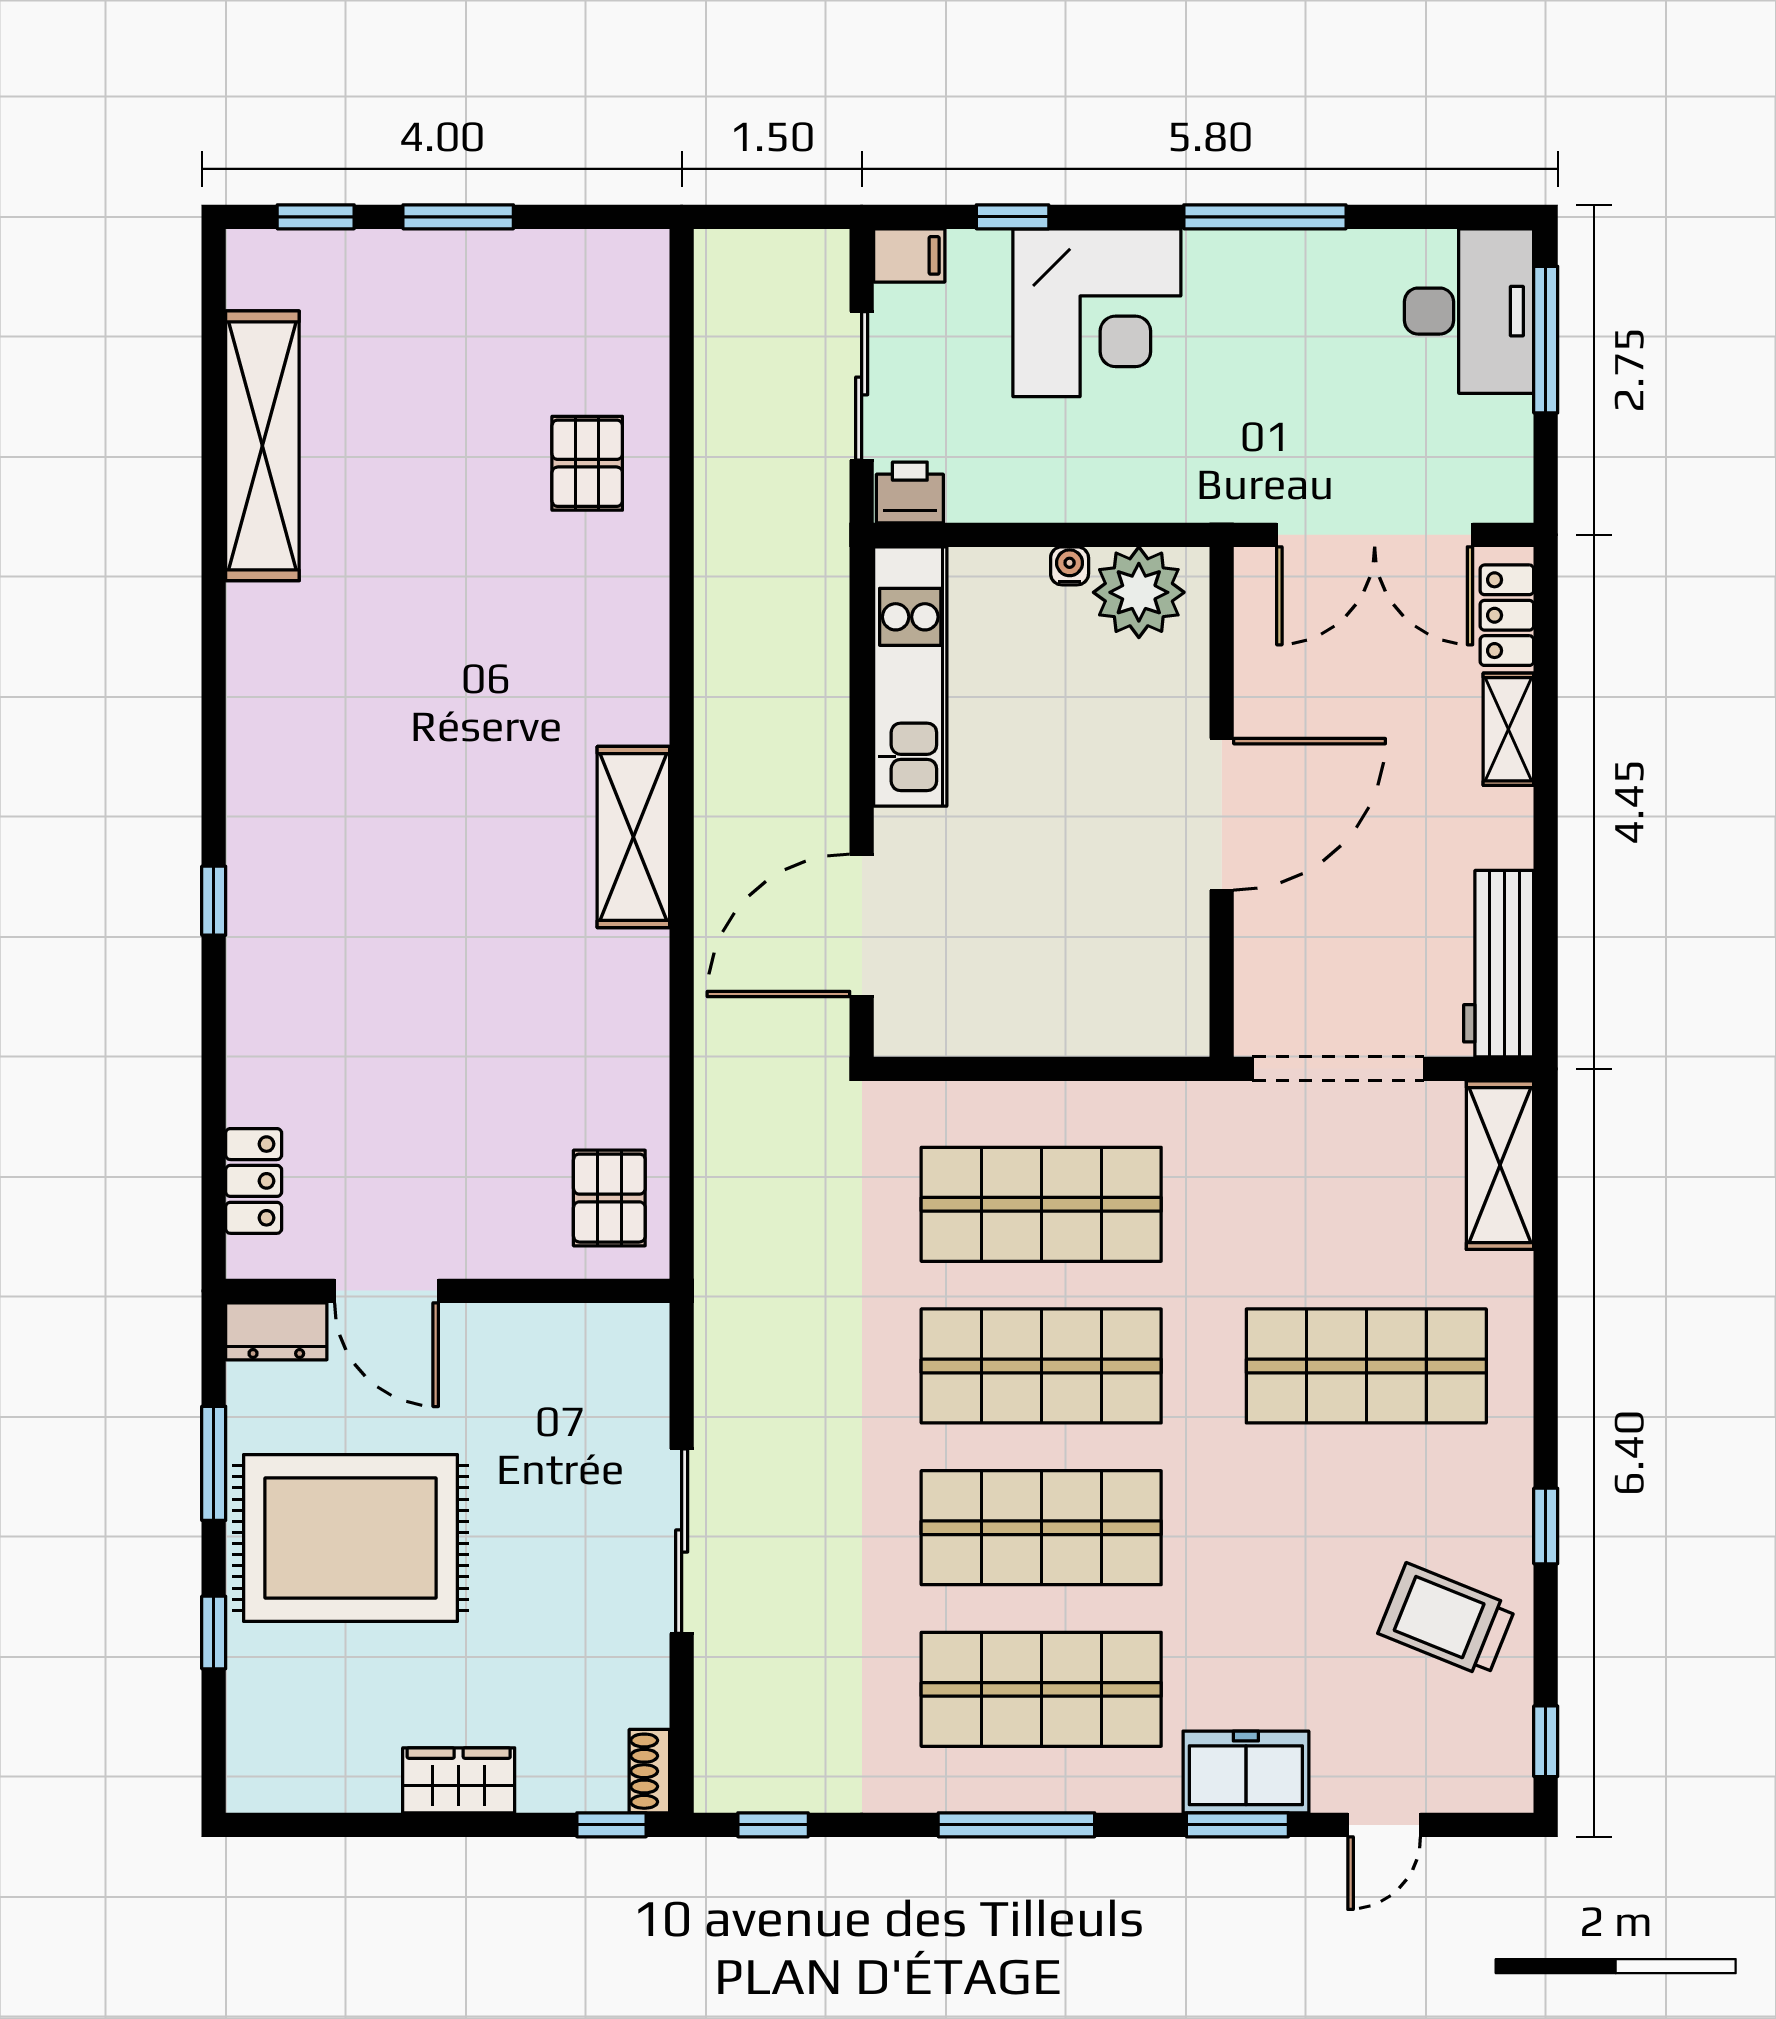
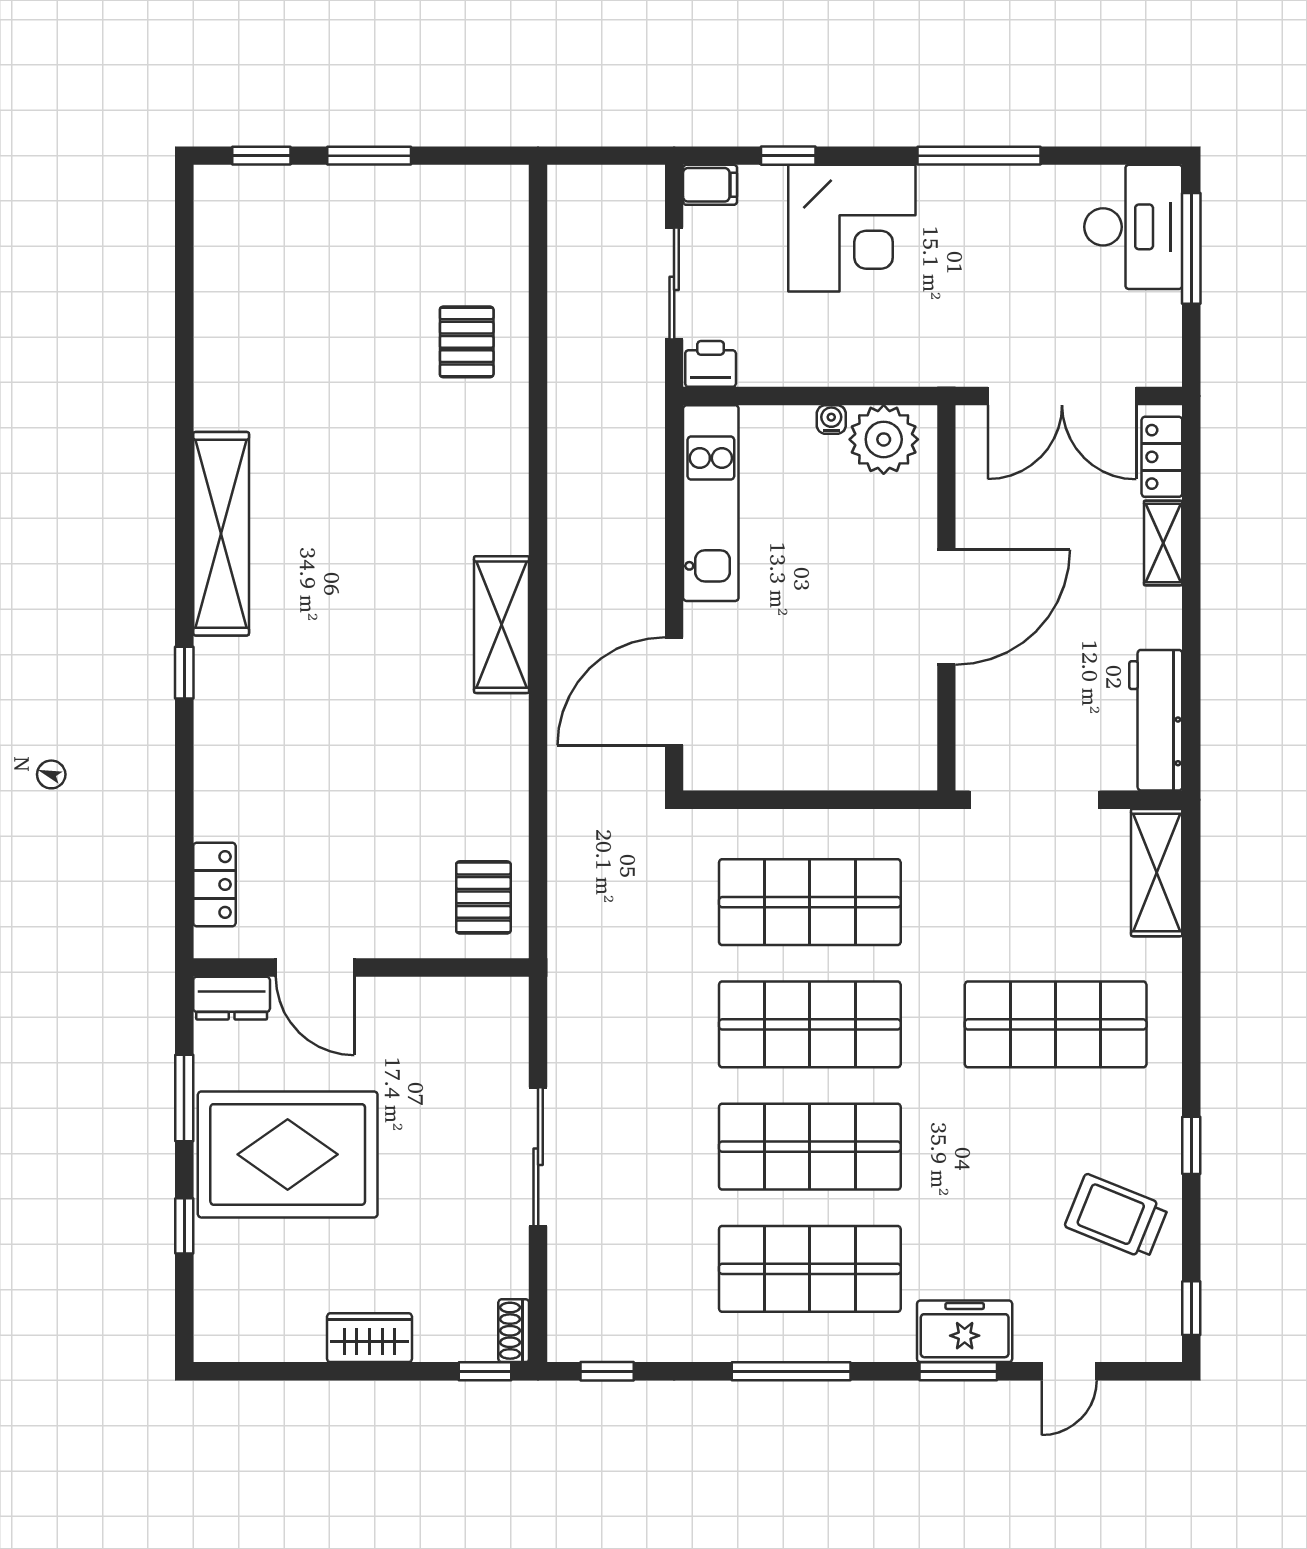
shelving: (262, 446) -> (221, 534), moved

